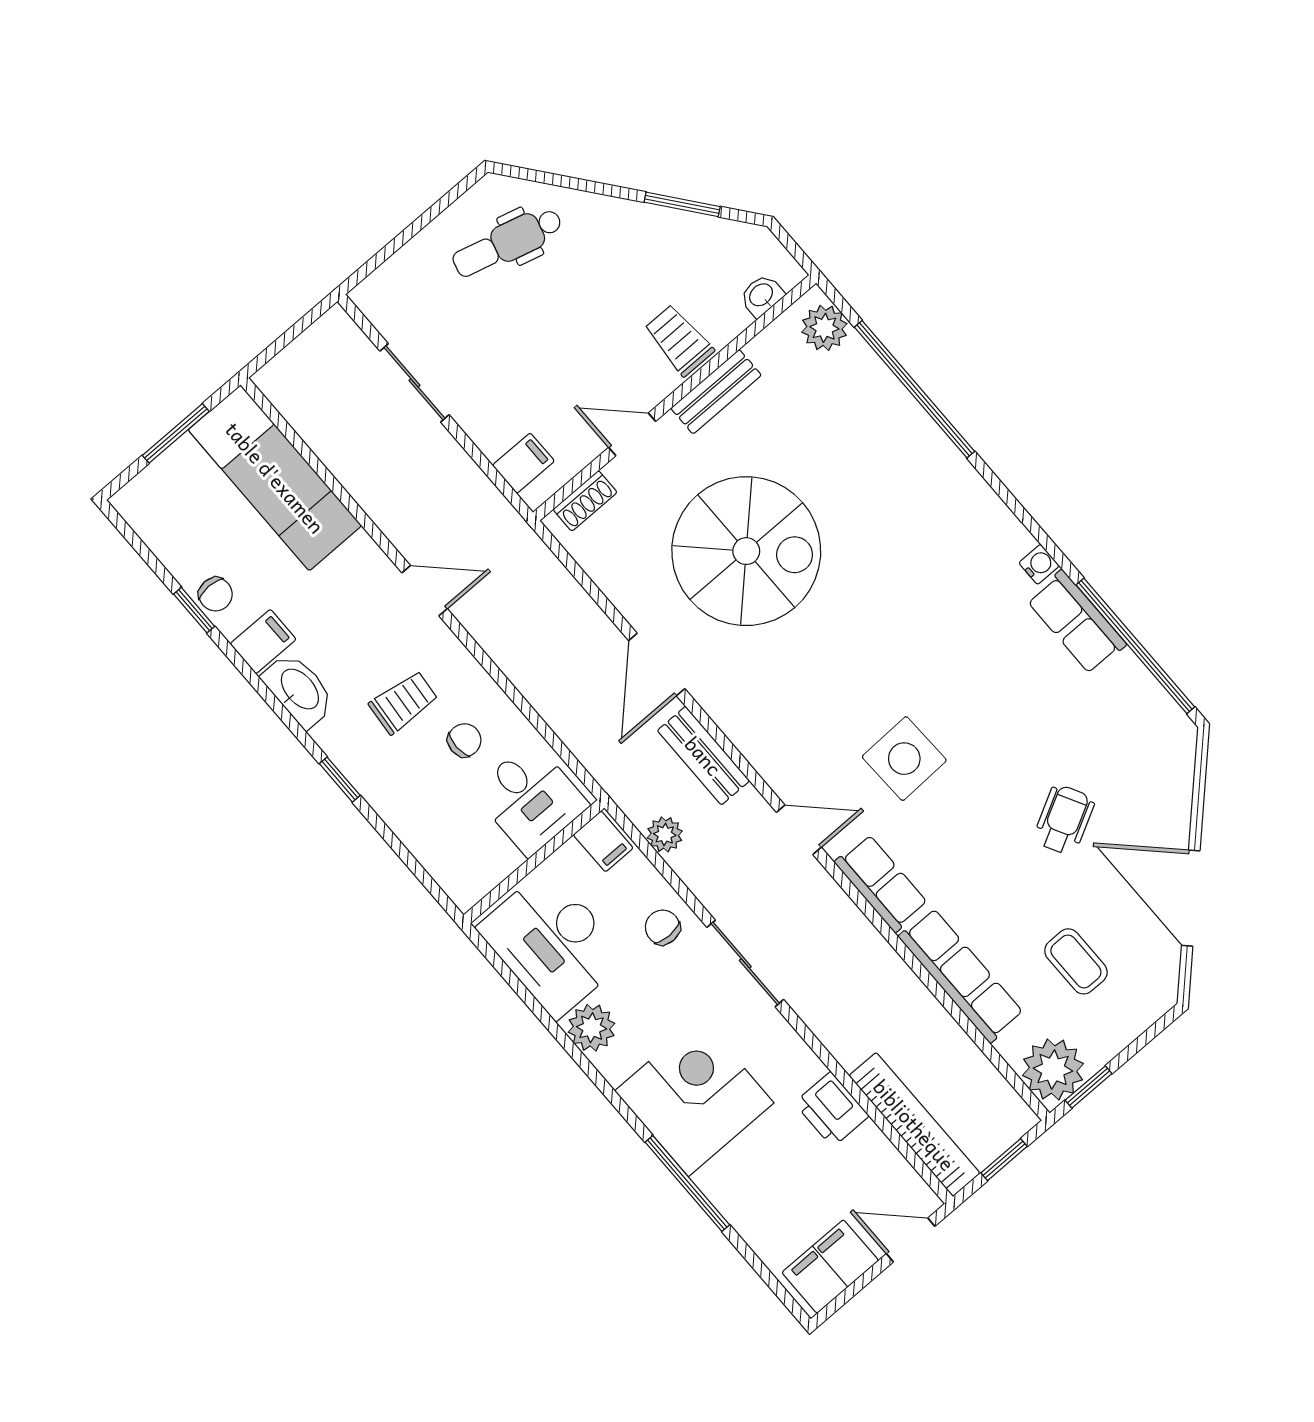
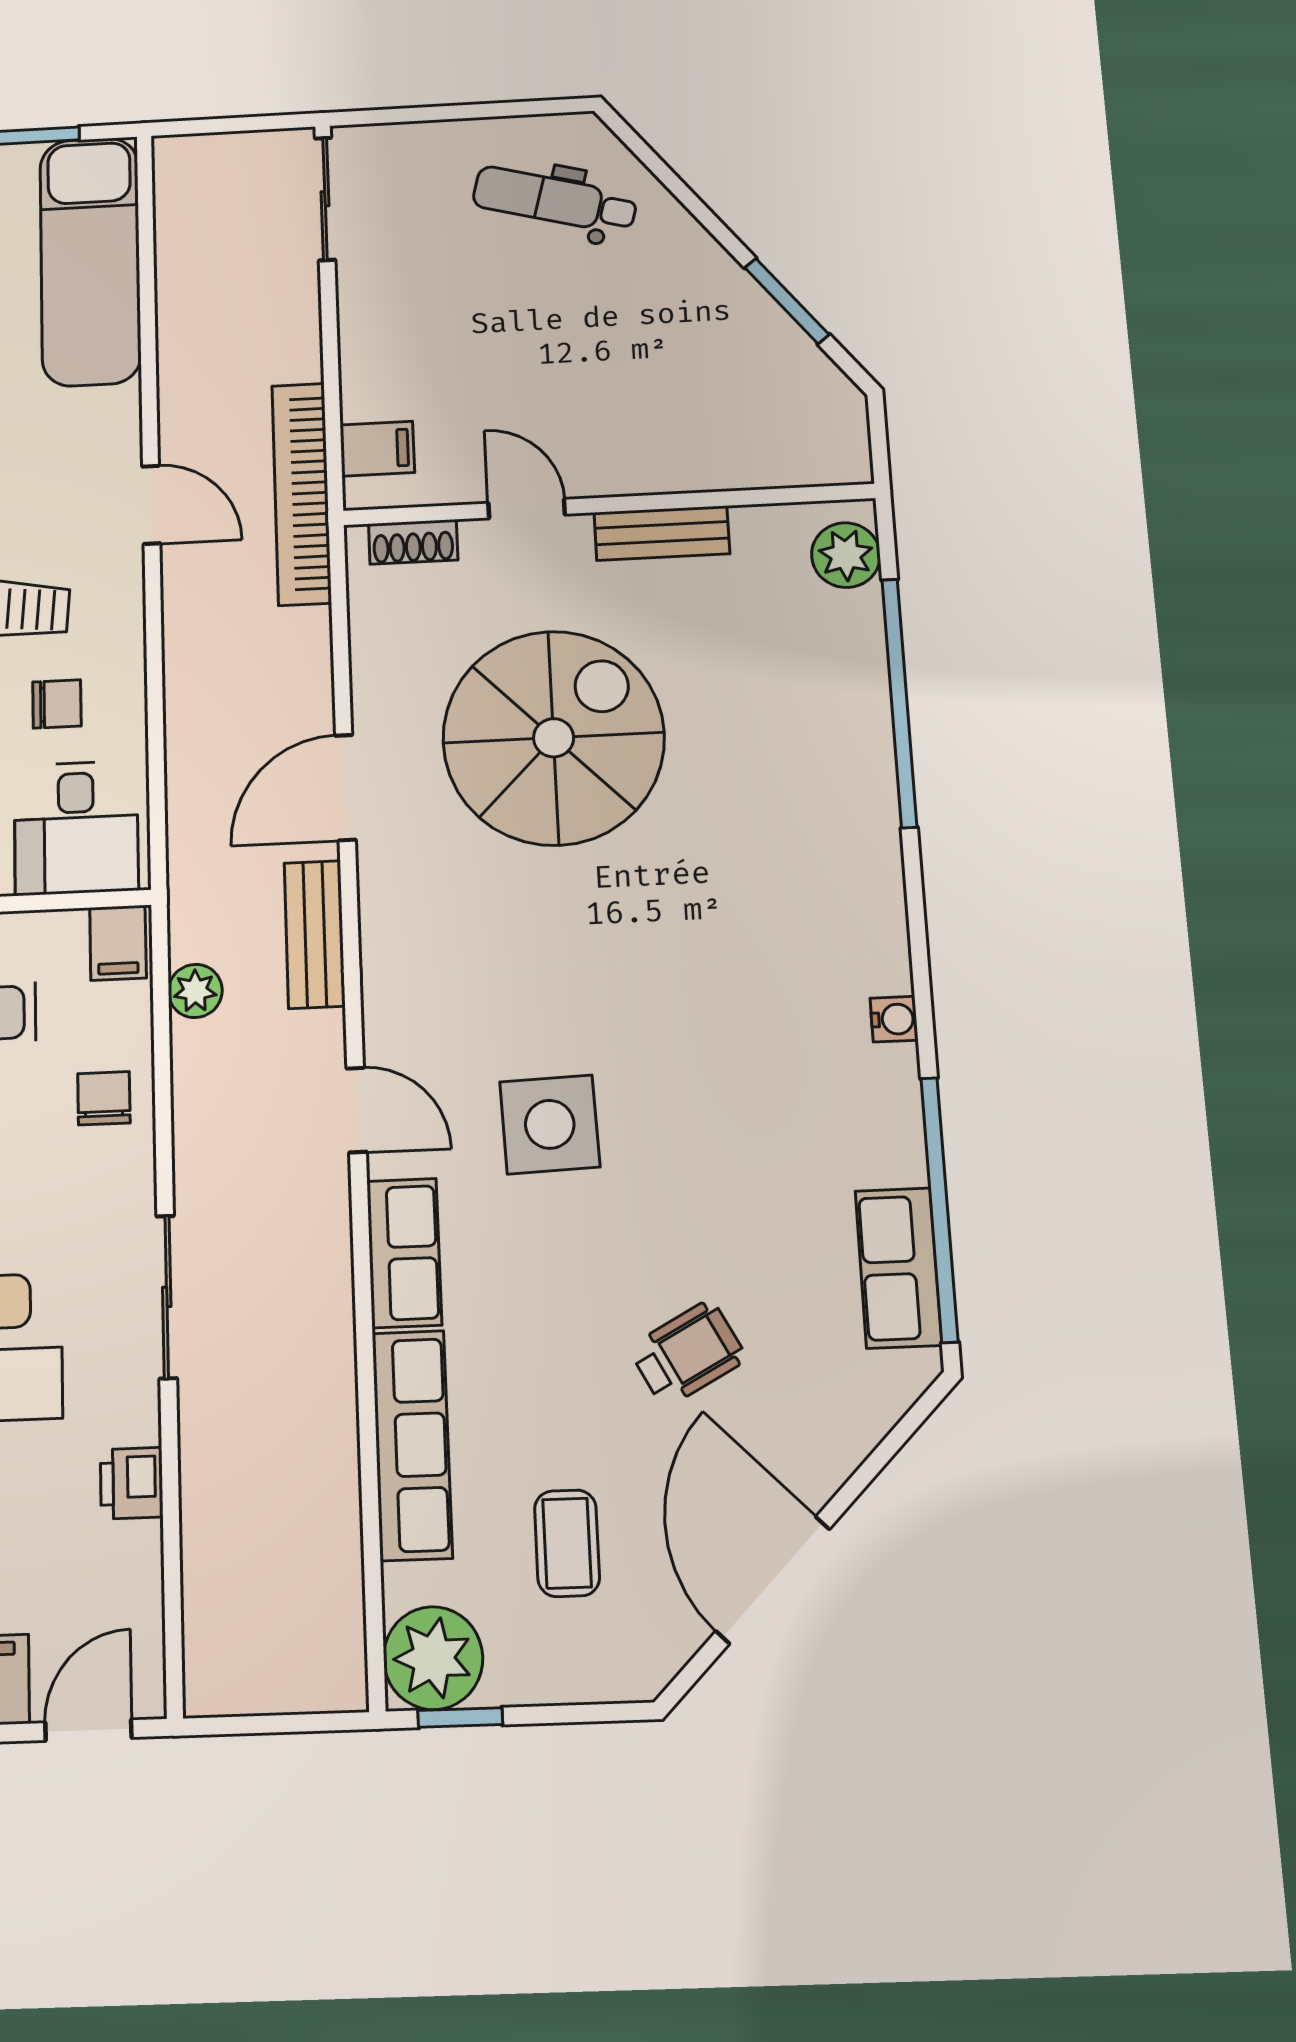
washbasin: (762, 295) -> (800, 466), removed
trolley: (679, 340) -> (664, 445), removed
sliding door: (414, 383) -> (325, 199), moved
spiral stairs: (746, 551) -> (554, 738), turned -90
row of seats: (1076, 622) -> (898, 1268), moved
sliding door: (745, 963) -> (167, 1297), moved
printer: (832, 1109) -> (132, 1483), width x0.73, depth x0.81
bookcase: (914, 1125) -> (302, 494), moved, turned 180
window: (1004, 1160) -> (283, 1724), removed
door: (911, 1240) -> (88, 1730), hinge flipped

